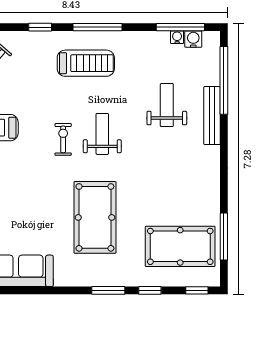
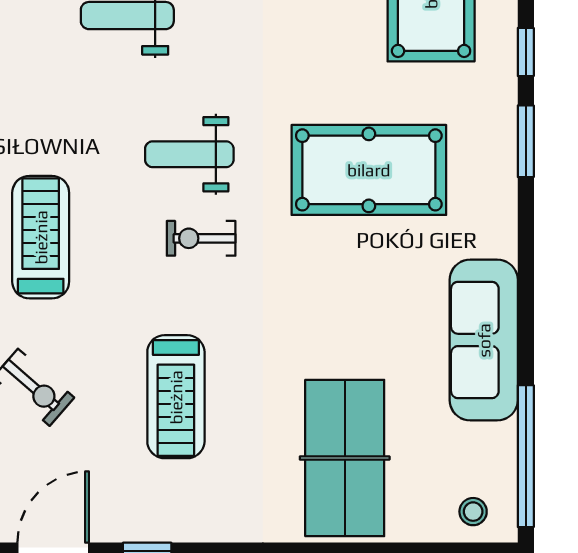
treadmill: (86, 63) -> (41, 237), moved

